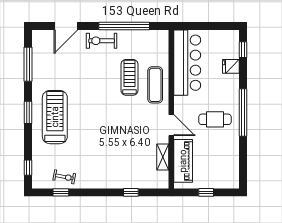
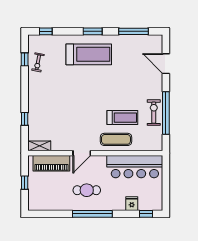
exercise bike: (102, 41) -> (154, 113), moved
cafe table: (215, 119) -> (87, 190), turned 90
shelving: (163, 157) -> (40, 146), moved

